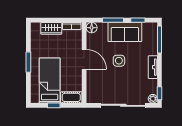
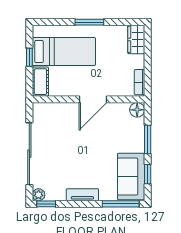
wardrobe: (51, 28) -> (136, 39), moved
sofa: (125, 32) -> (131, 177), moved
side table: (119, 61) -> (91, 148), removed

